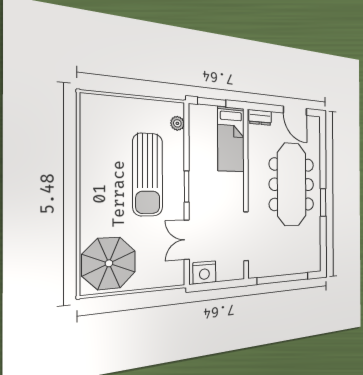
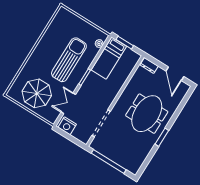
bed: (231, 139) -> (109, 58), moved
sun lounger: (148, 175) -> (69, 60), turned 180
meeting table: (292, 184) -> (147, 114), width x0.73
parasol: (109, 263) -> (37, 93), moved

